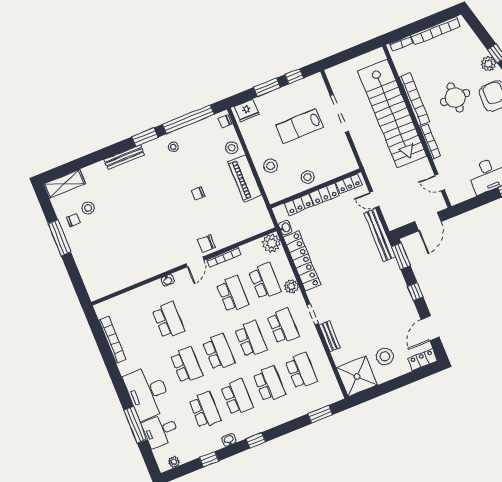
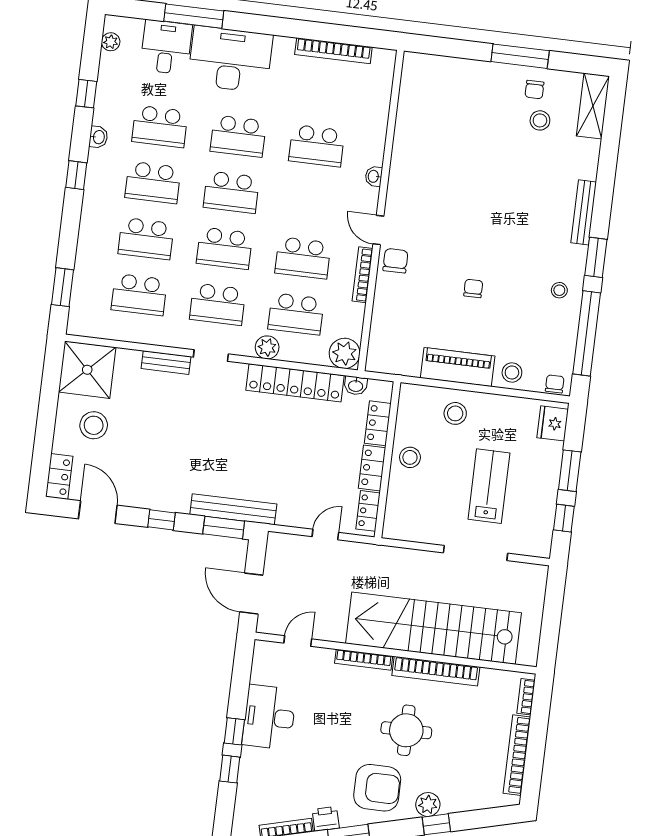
bench: (380, 235) -> (233, 509), moved

